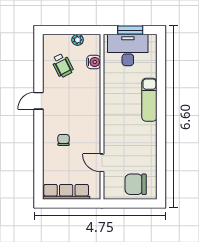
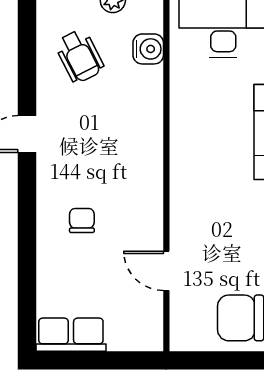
row of seats: (66, 192) -> (71, 335), width x0.68

